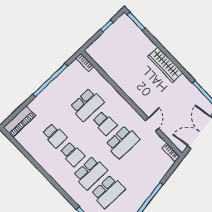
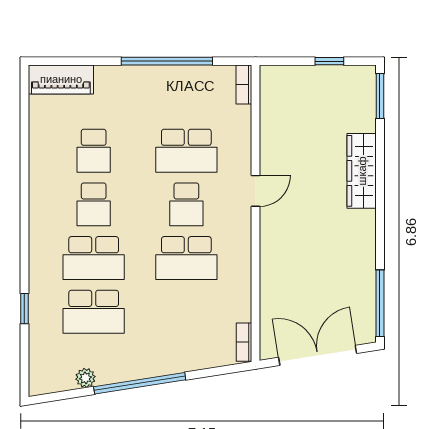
wardrobe: (165, 65) -> (362, 171), moved
door: (152, 125) -> (256, 191), moved

